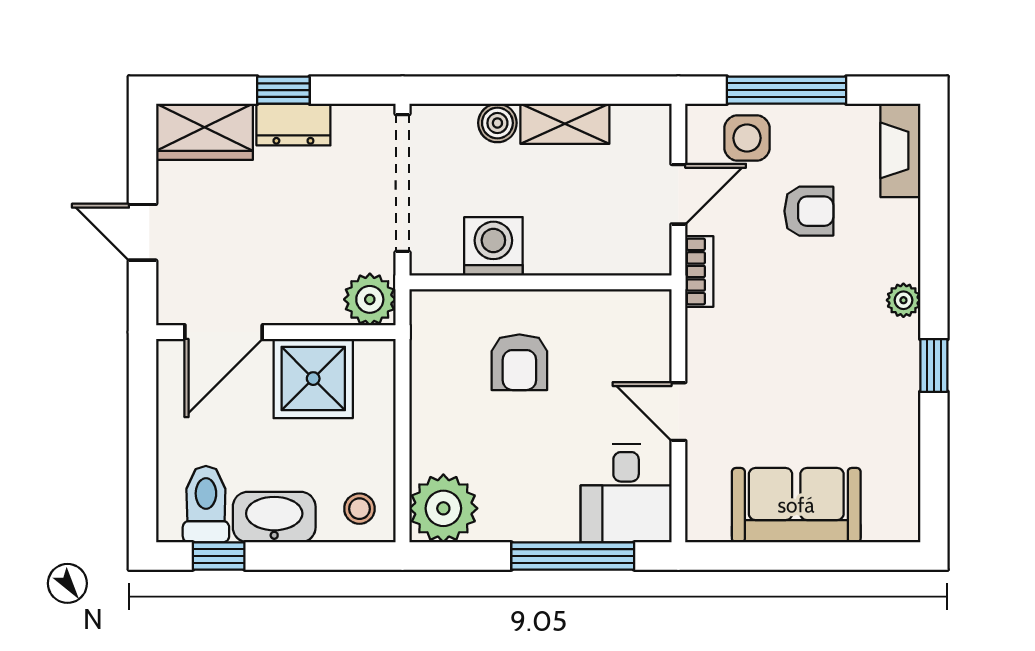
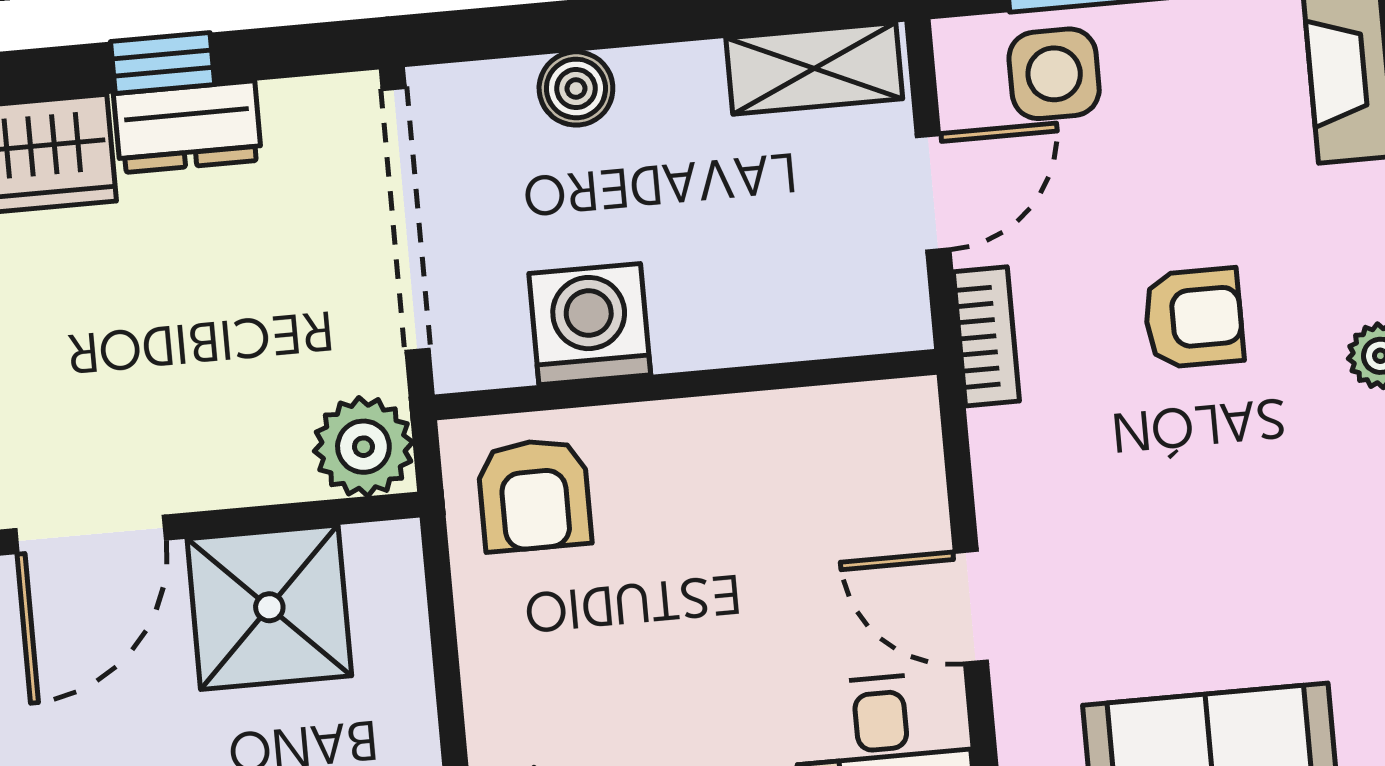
shelving: (565, 124) -> (814, 68), moved
armchair: (809, 211) -> (1194, 318), moved
armchair: (519, 362) -> (534, 495), moved

